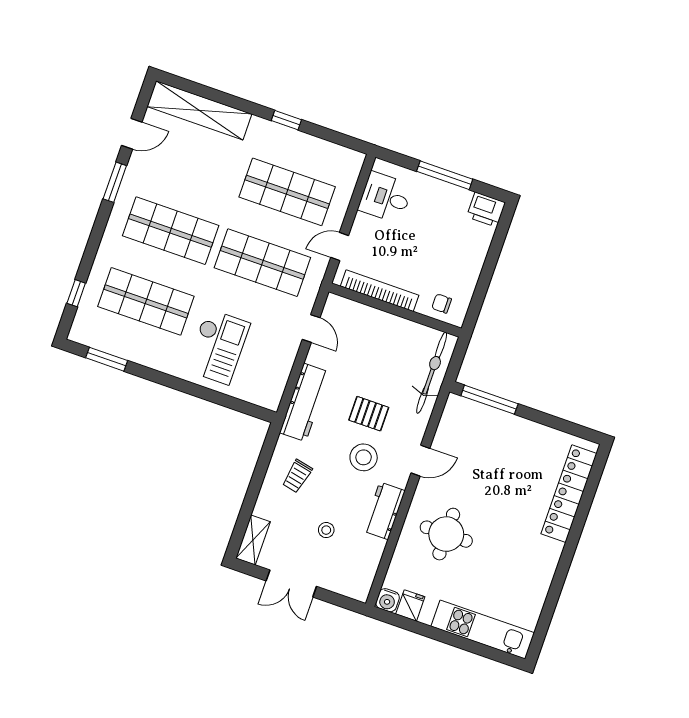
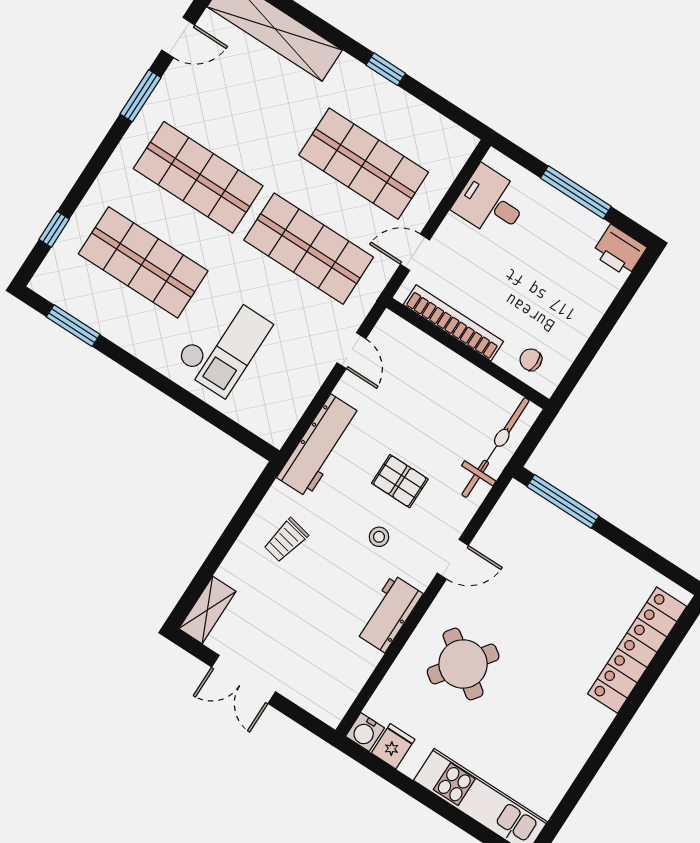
stool: (364, 457) -> (379, 537), width x0.53, depth x0.53
stool: (326, 530) -> (307, 620), removed
round table: (446, 534) -> (463, 664), turned 36

